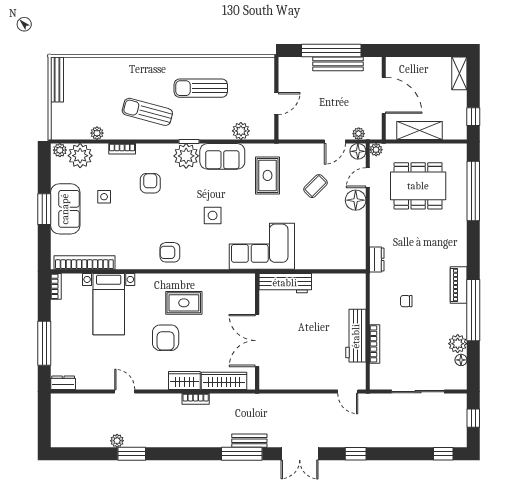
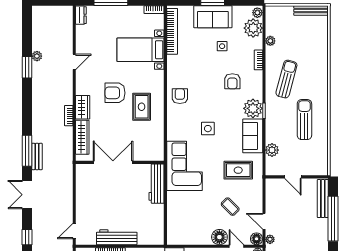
bench: (338, 64) -> (323, 199), moved
armchair: (150, 183) -> (232, 81), turned 90

